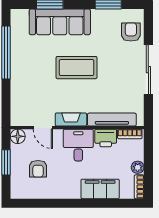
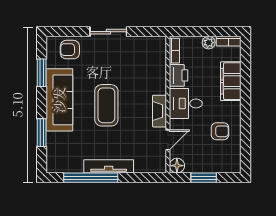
sofa: (60, 22) -> (59, 100), moved
sliding door: (148, 70) -> (108, 32), width x0.73
tv unit: (112, 120) -> (109, 166), moved, turned 90
armchair: (38, 169) -> (220, 131), moved

